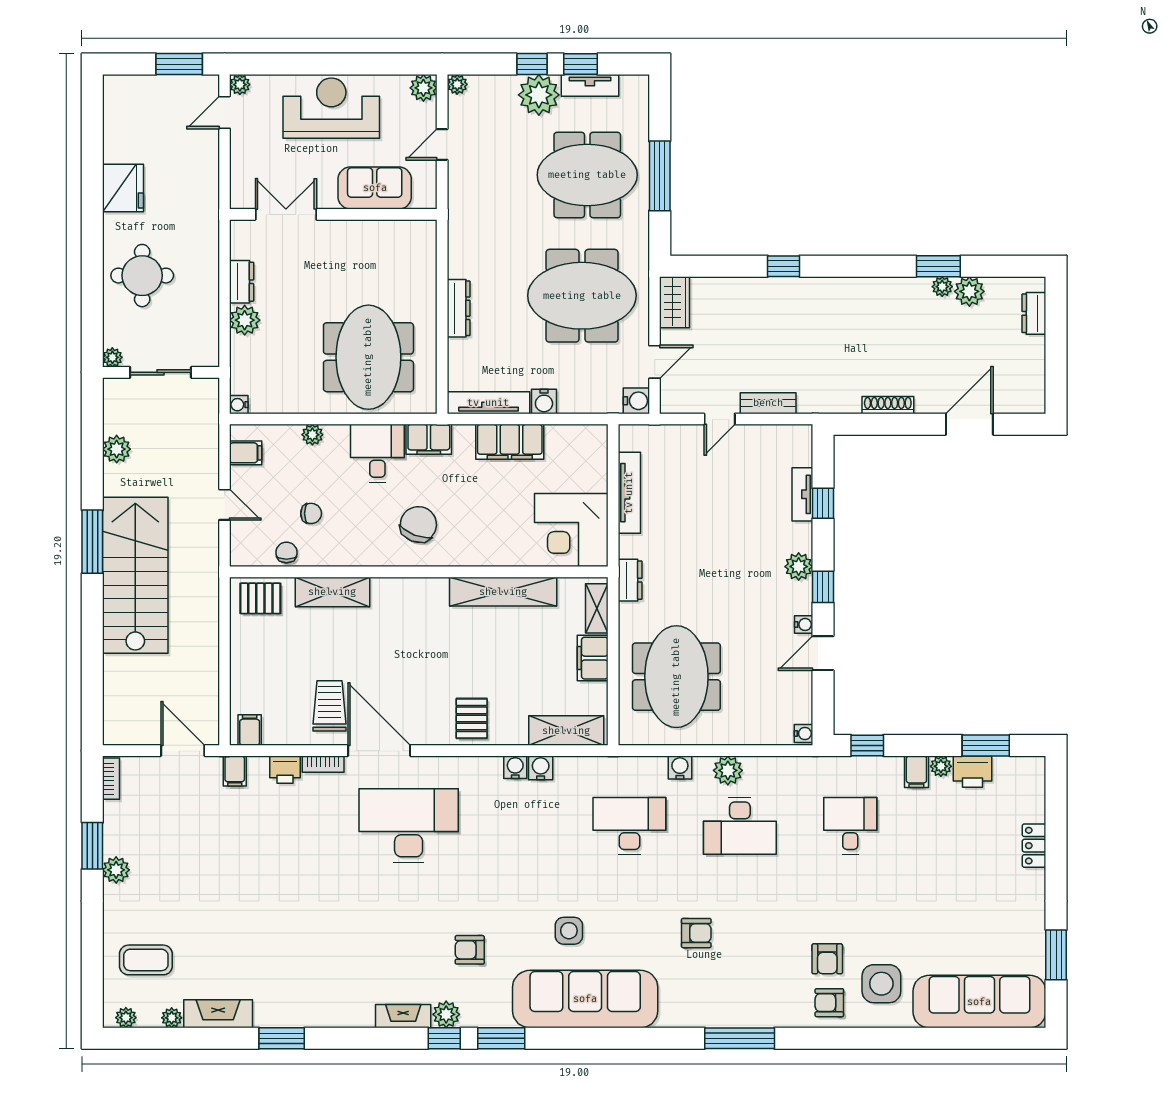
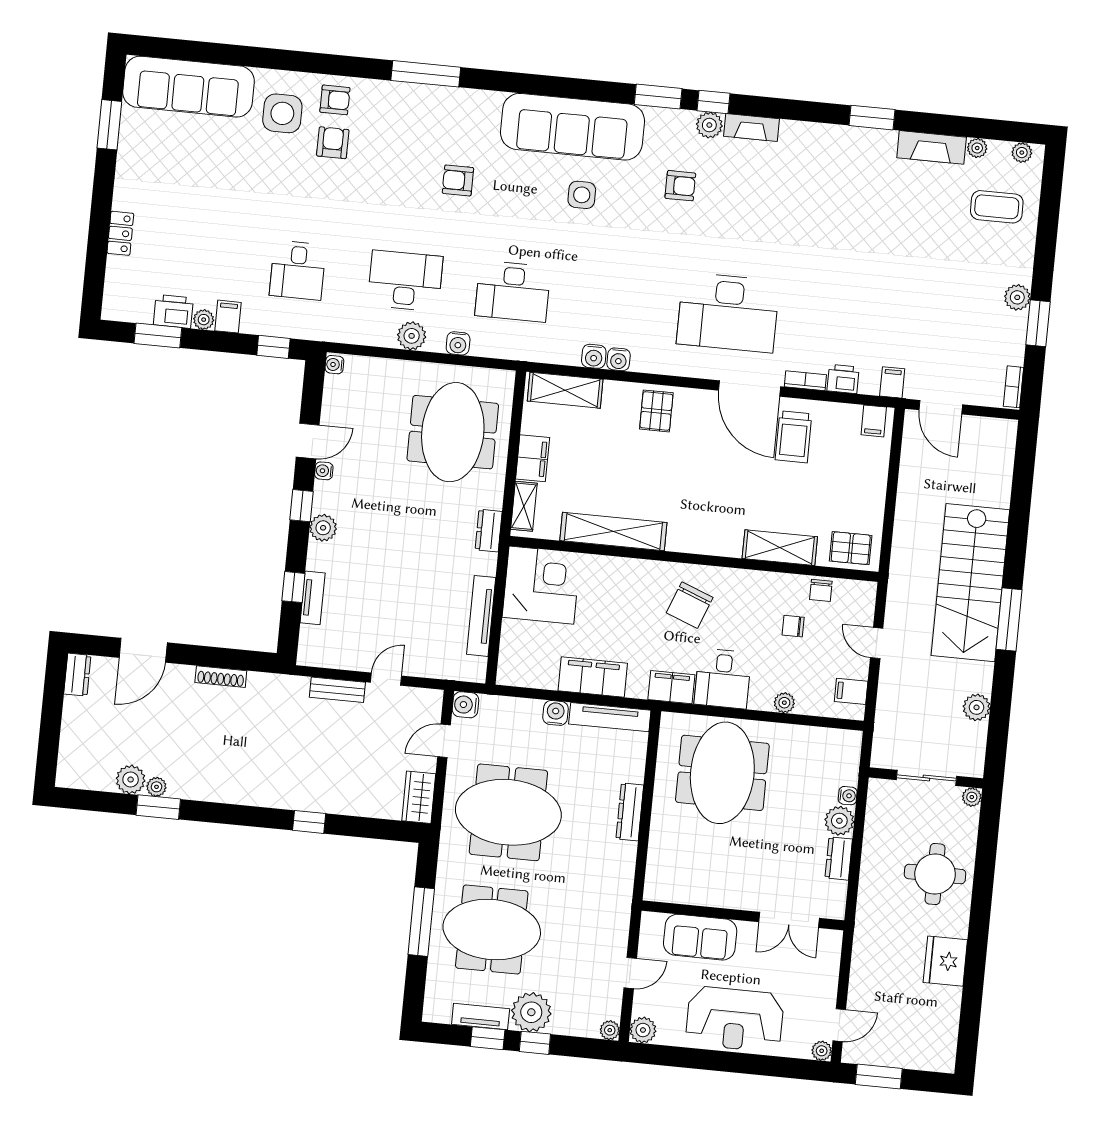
dresser: (1034, 313) -> (77, 675), moved
water cooler: (239, 405) -> (848, 796), moved

